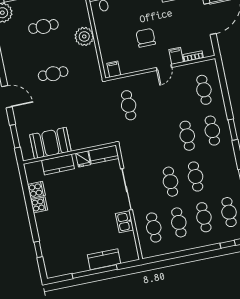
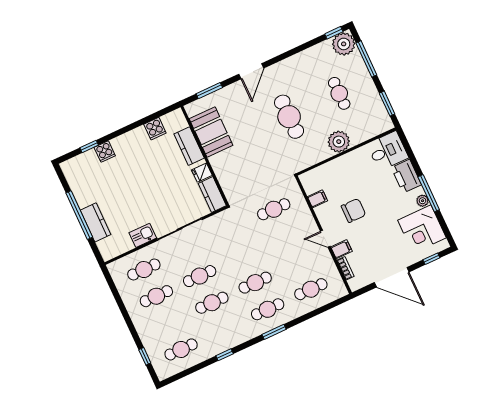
filing cabinet: (114, 69) -> (317, 199), moved
cafe table: (53, 74) -> (289, 117), width x1.37, depth x1.35
cooker: (39, 205) -> (105, 152), moved
cafe table: (204, 217) -> (169, 323), removed

